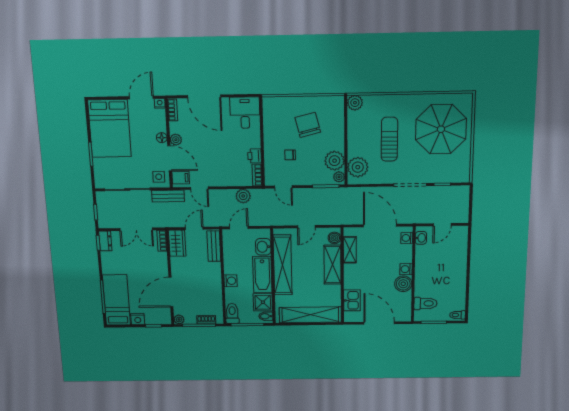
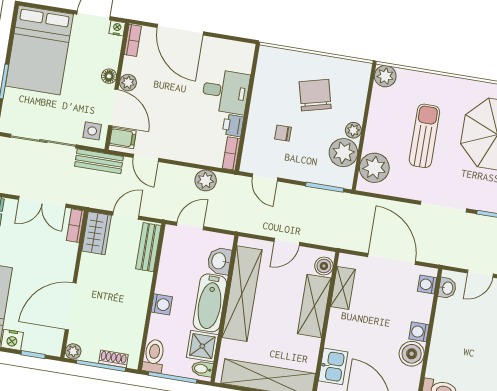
desk: (245, 113) -> (226, 91), moved, turned 90
plant: (339, 177) -> (353, 130), moved

